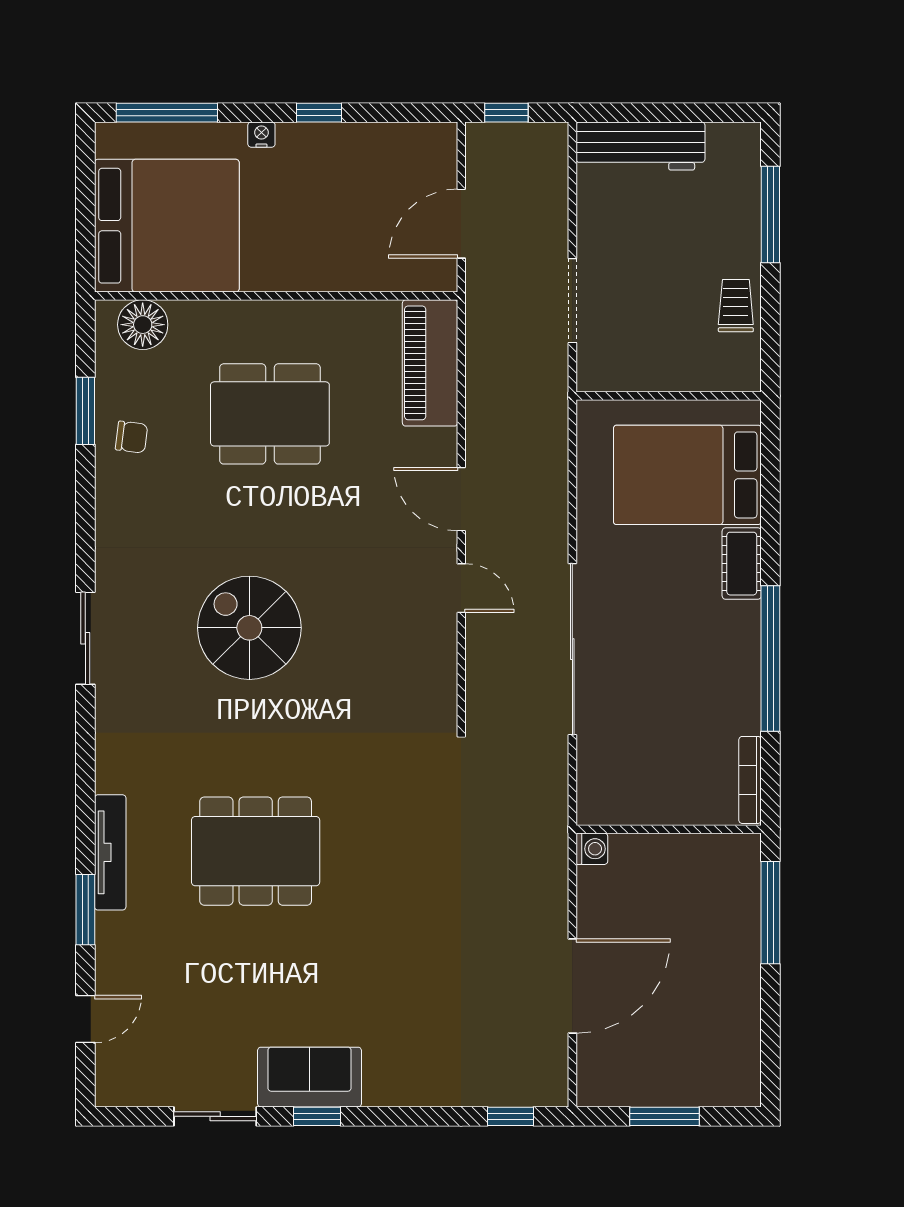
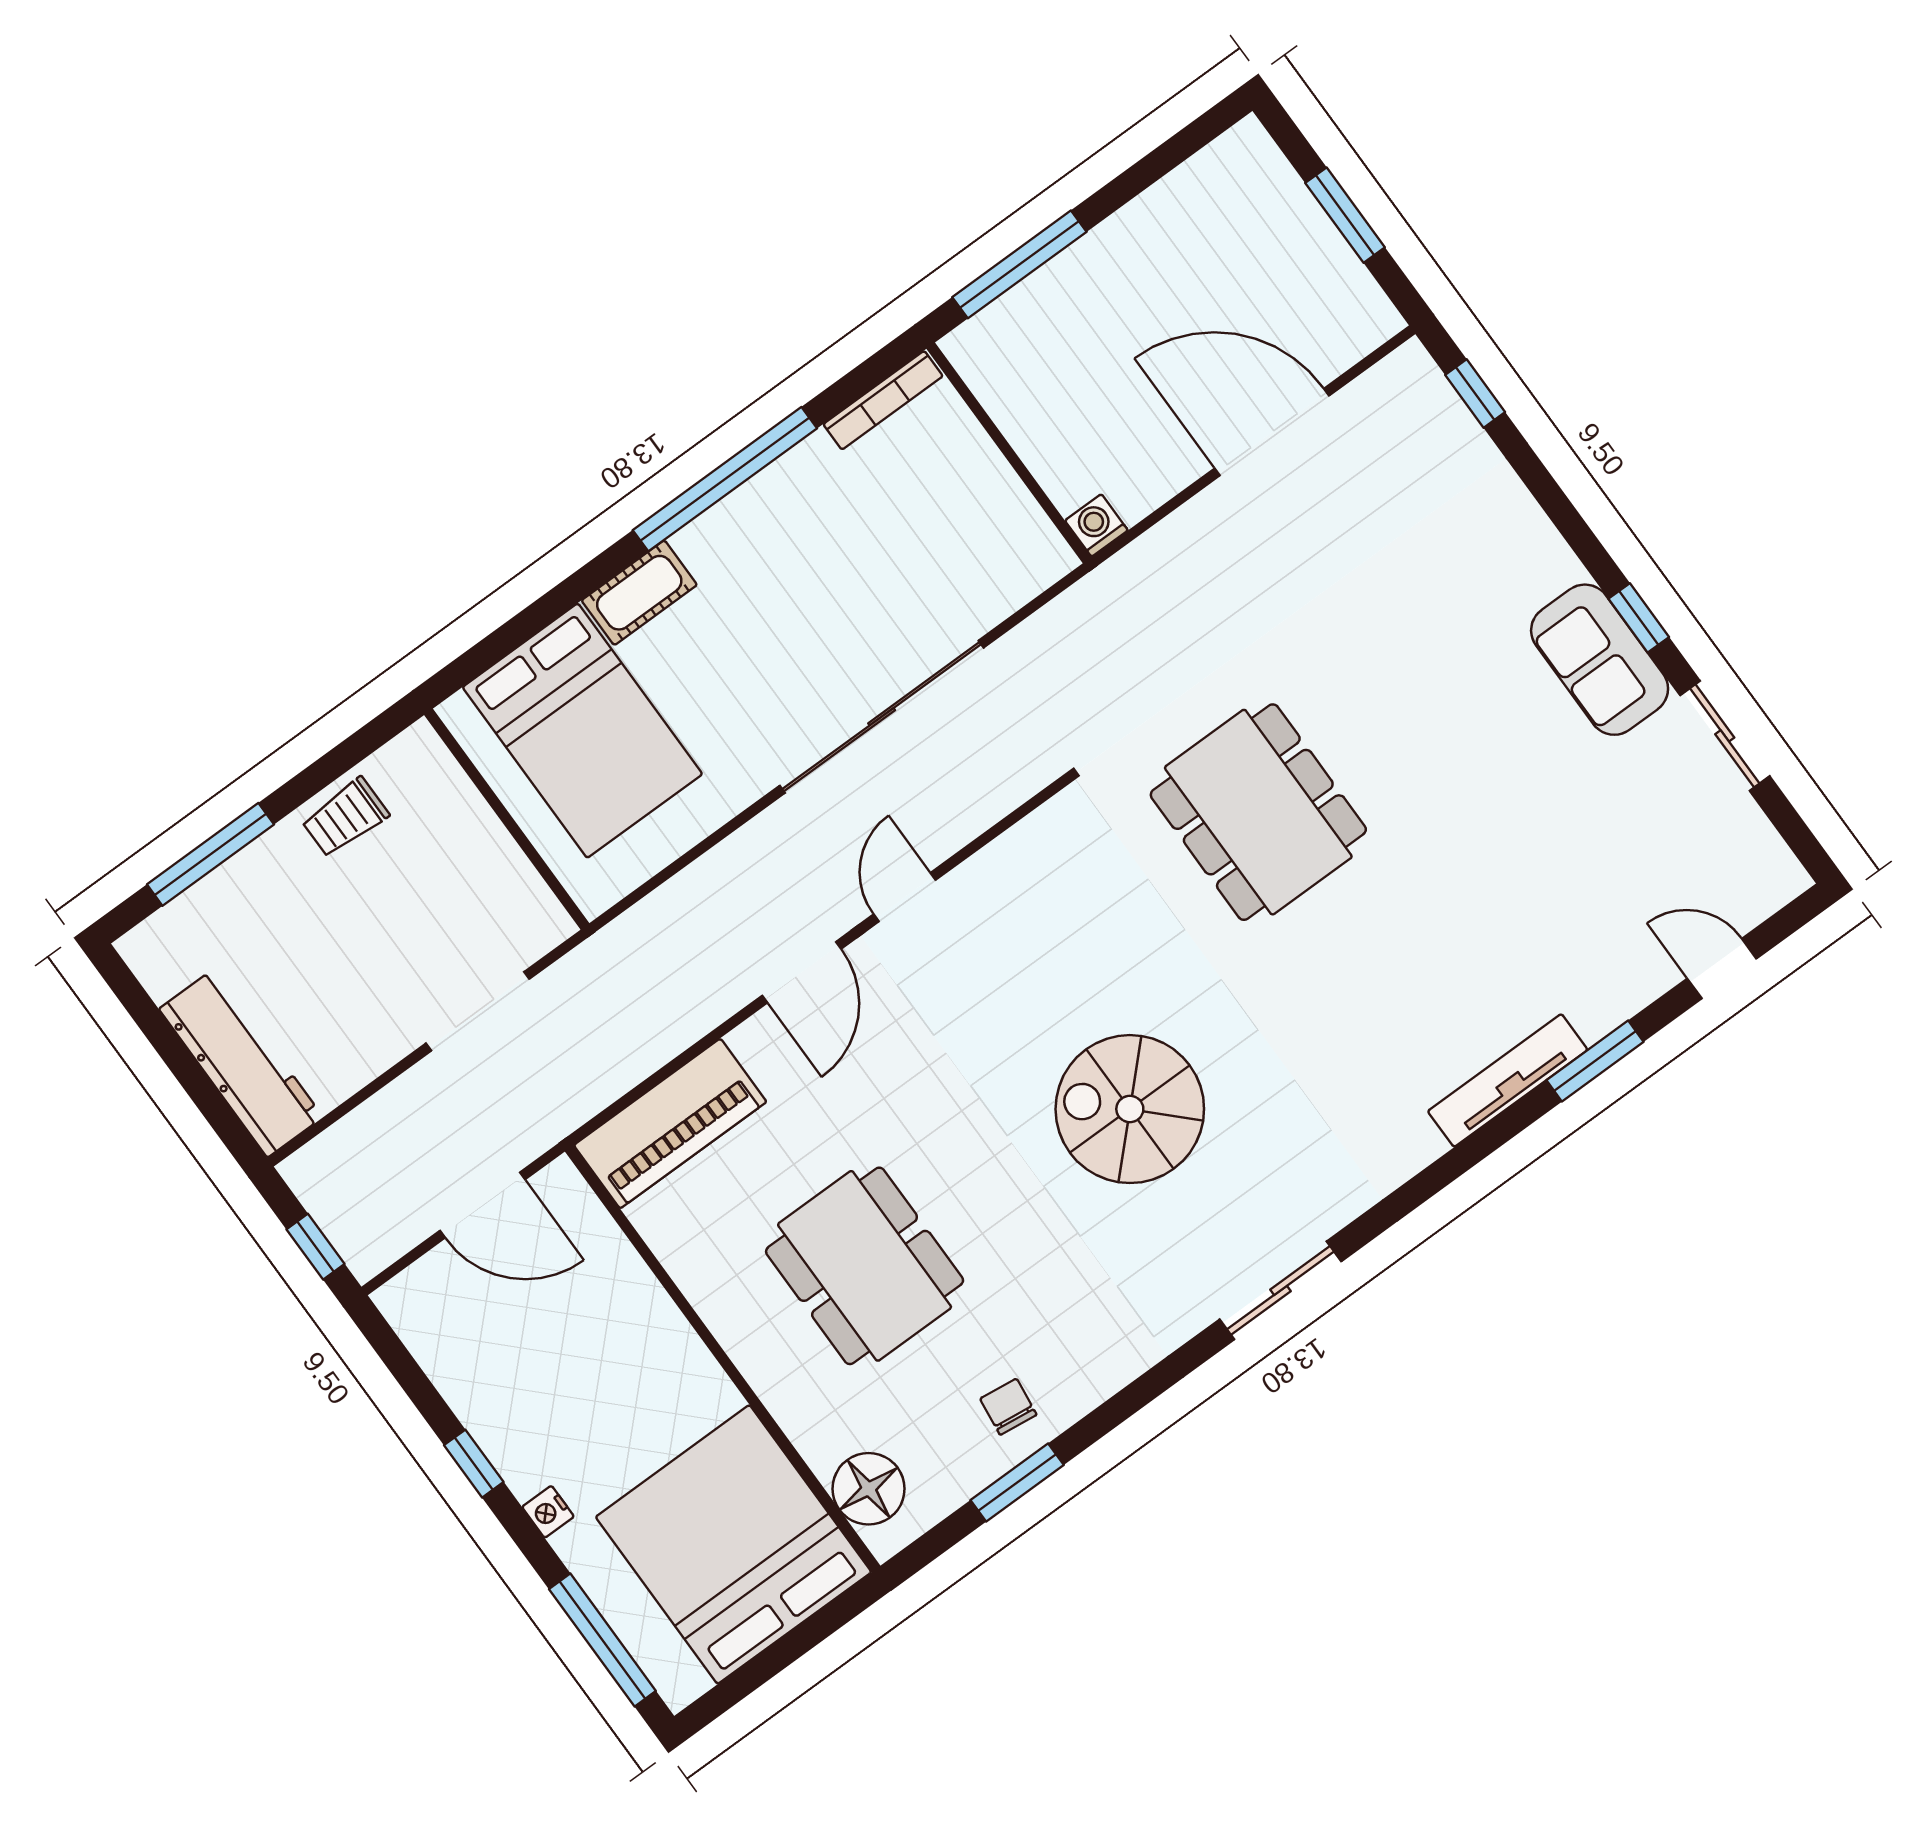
spiral stairs: (249, 628) -> (1130, 1109), turned 90
dining table: (256, 851) -> (1258, 812), moved

